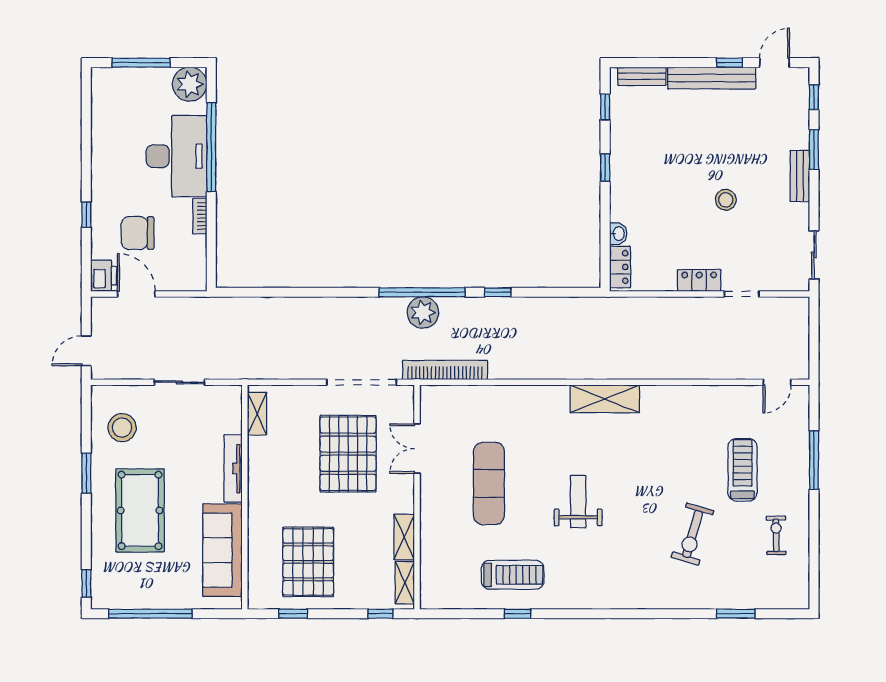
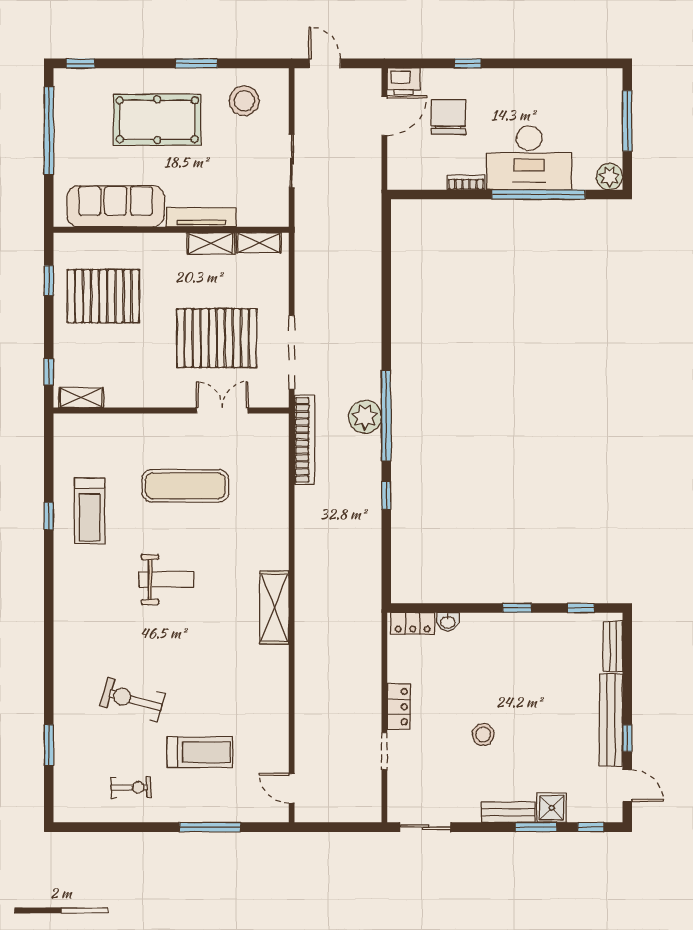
plant: (190, 84) -> (609, 177), width x0.73, depth x0.73
shower: (795, 135) -> (552, 808), added
shelving: (404, 537) -> (211, 243), moved

